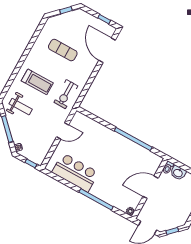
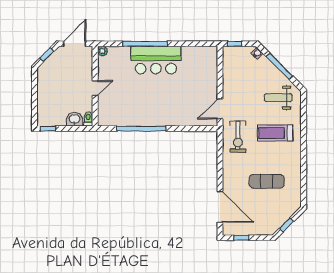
exercise bike: (66, 94) -> (238, 137), turned 180
door: (63, 131) -> (220, 109), moved
bar counter: (75, 172) -> (156, 60), moved
door: (150, 187) -> (95, 88), width x0.53

